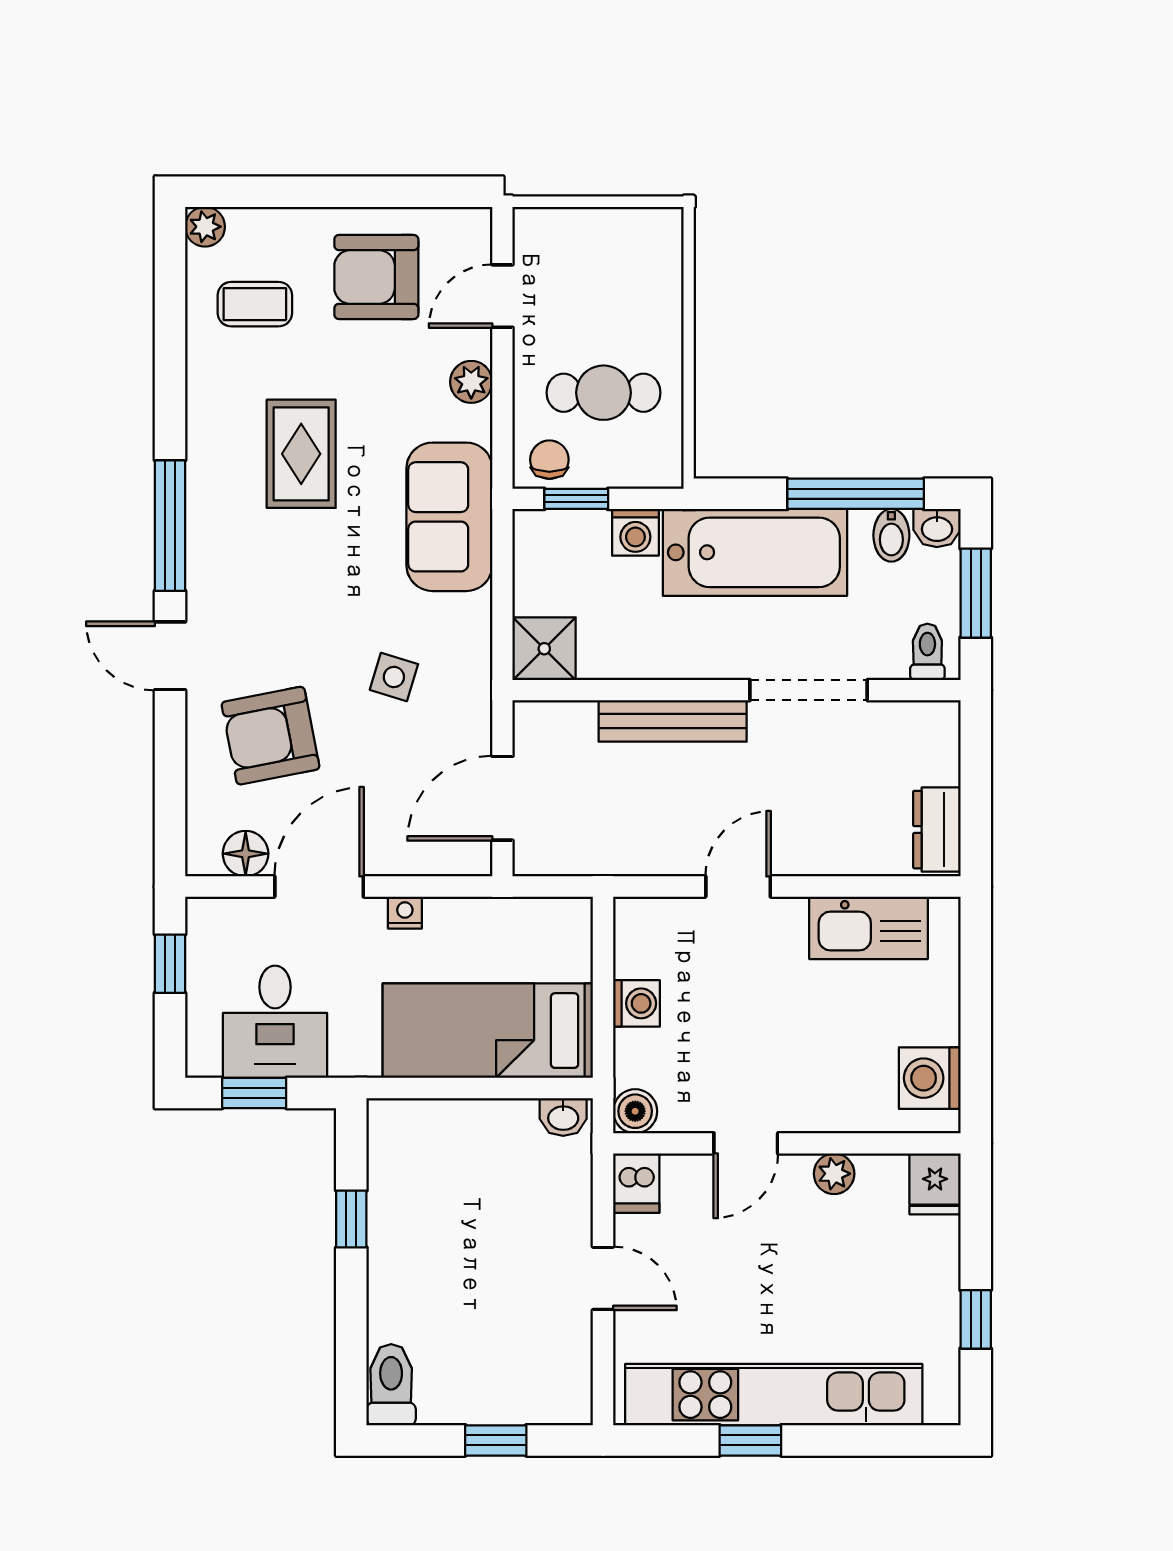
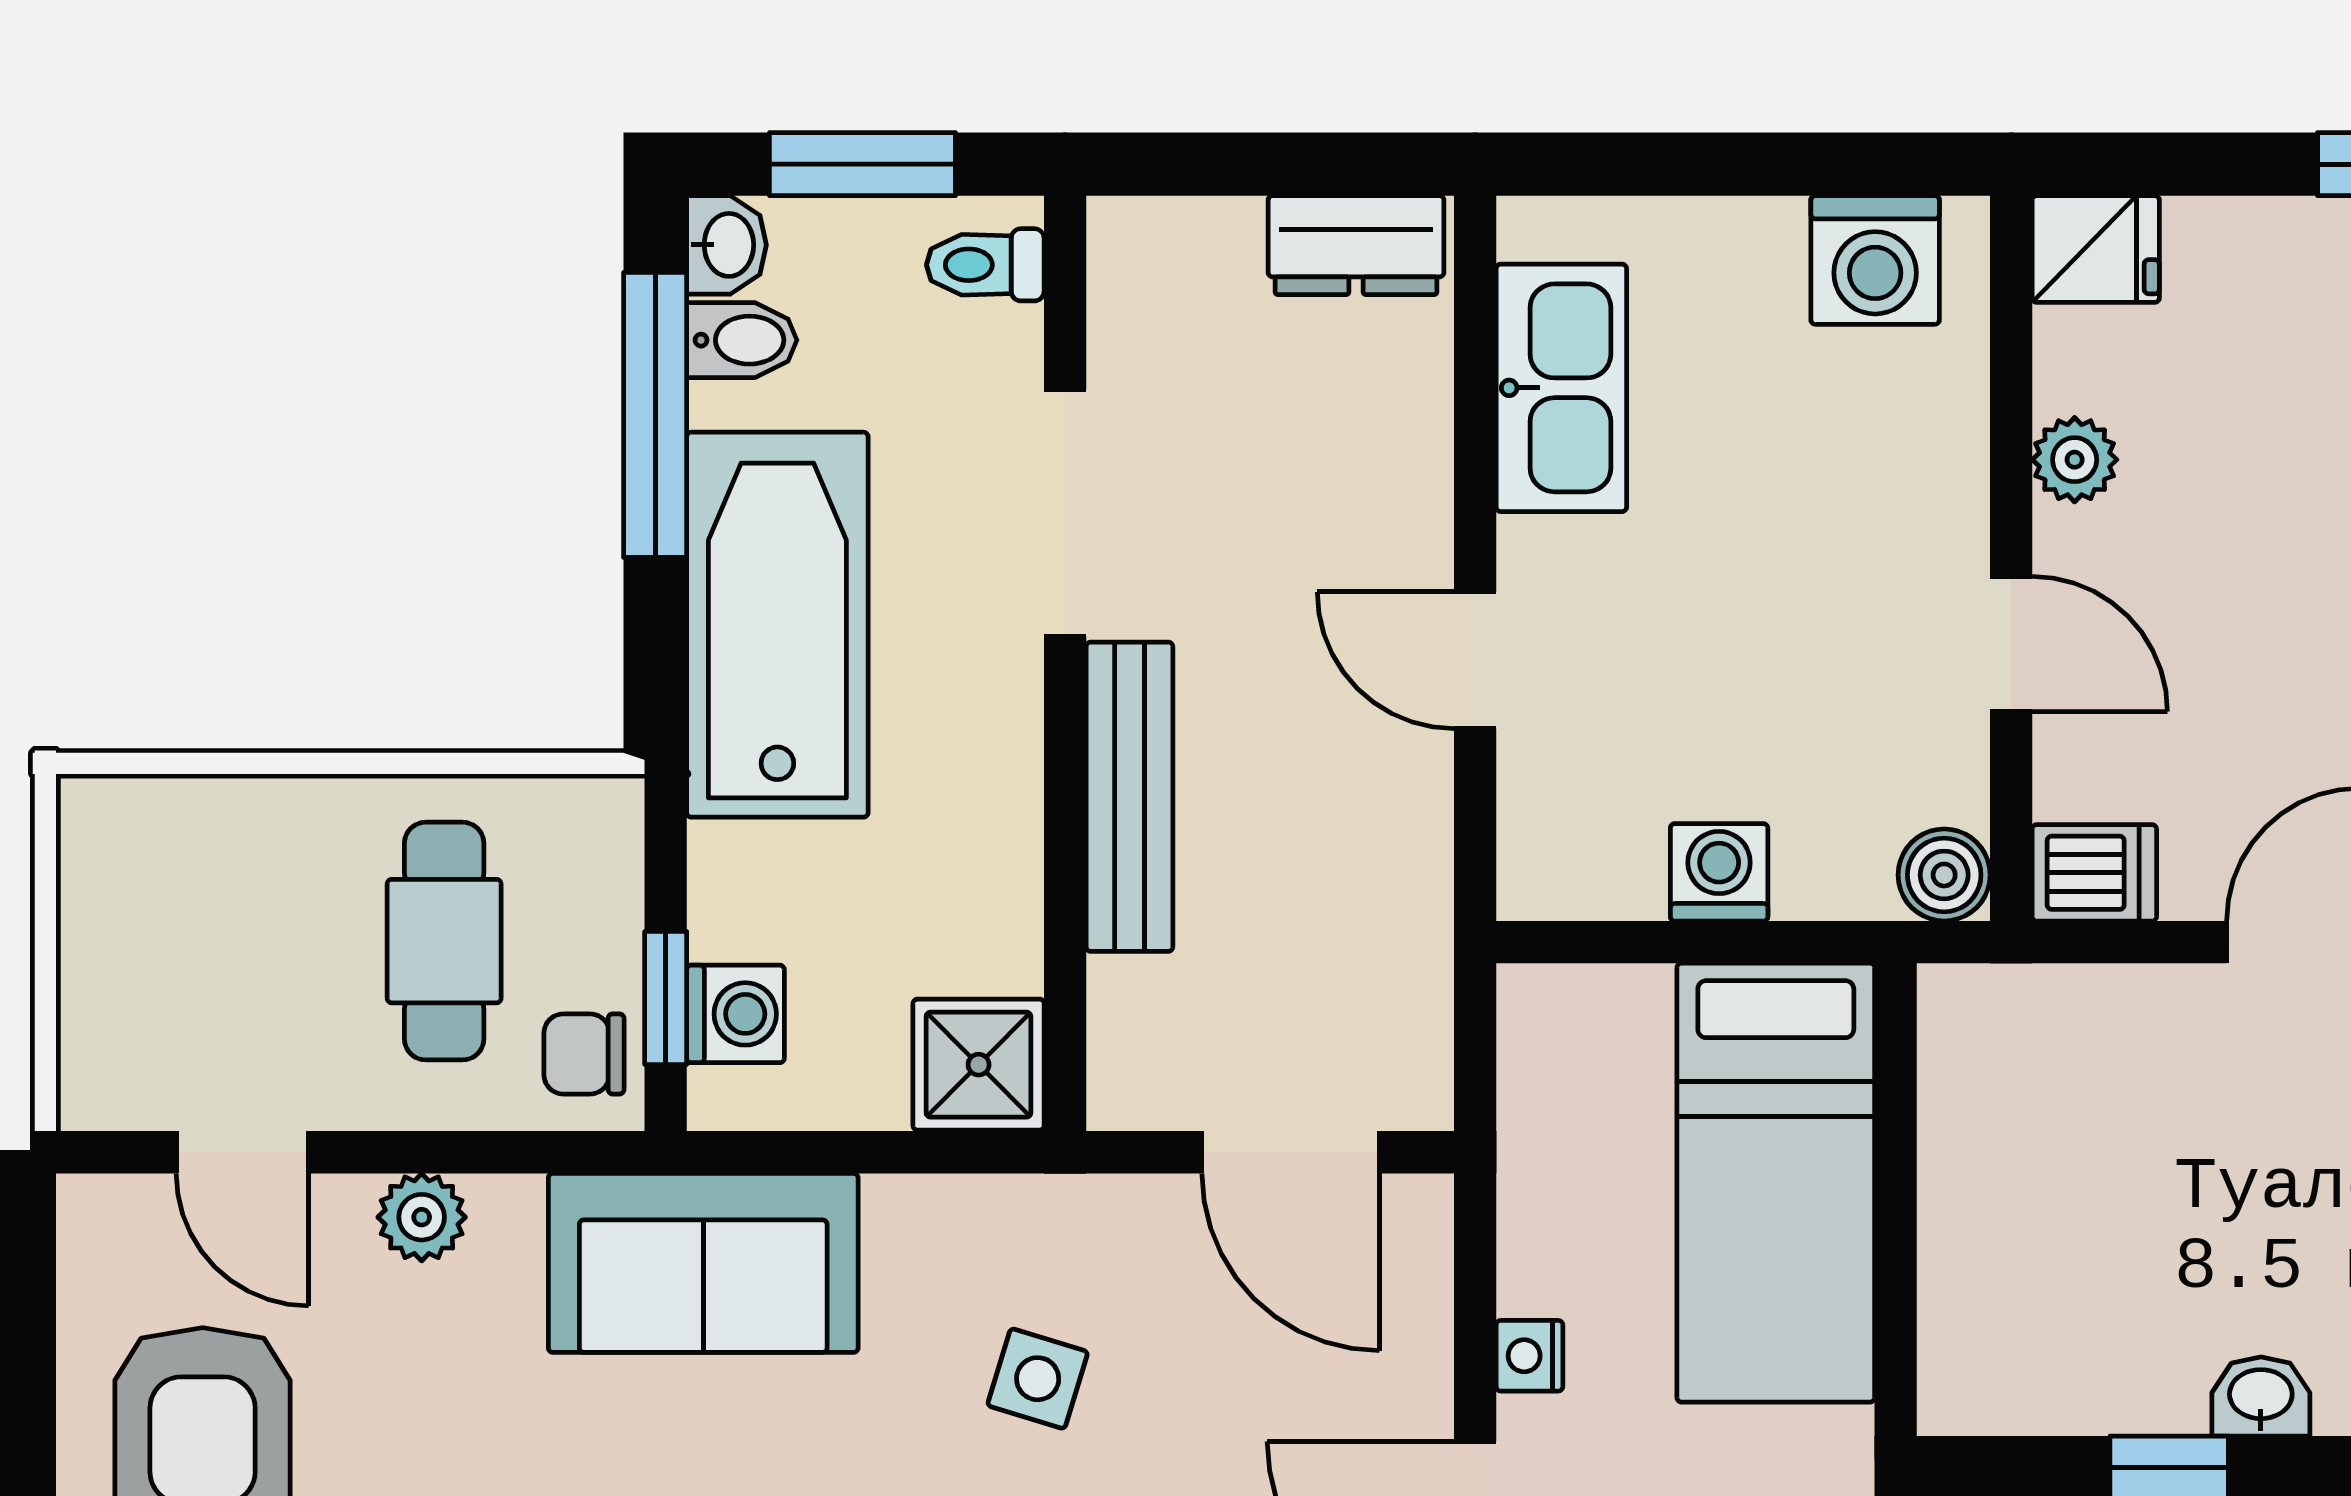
washing machine: (635, 532) -> (735, 1014), moved
washbasin: (563, 1117) -> (2261, 1396), moved, turned -90

